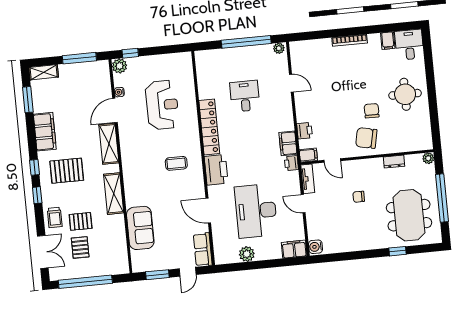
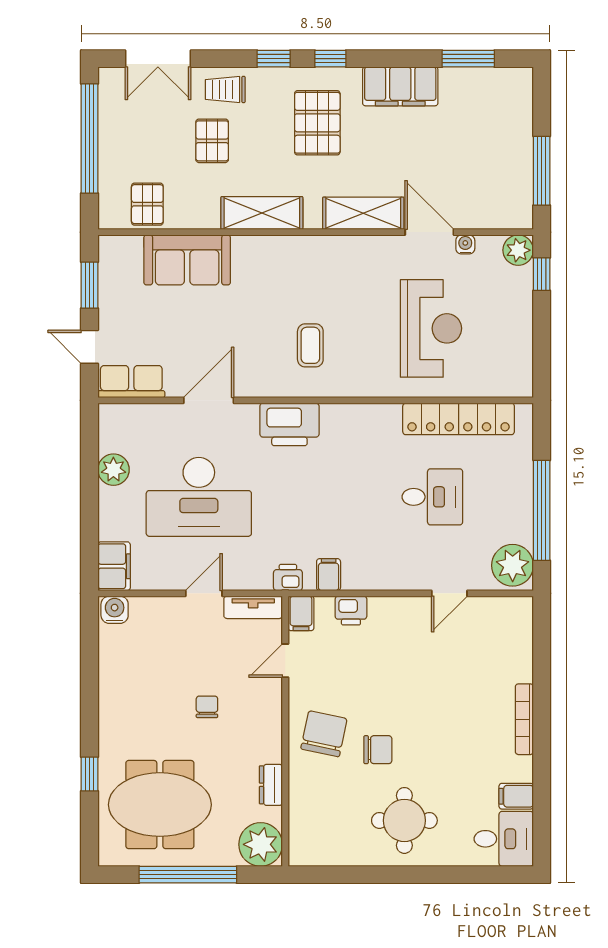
plant: (279, 48) -> (513, 565), width x1.87, depth x1.87
shelving: (44, 72) -> (520, 96), removed
reception desk: (162, 105) -> (431, 328), turned -90
locker: (209, 127) -> (459, 419), moved
filing cabinet: (288, 143) -> (329, 575), width x0.50
plant: (428, 158) -> (261, 844), width x1.87, depth x1.87
desk: (256, 211) -> (199, 497), turned 180
pallet: (80, 247) -> (147, 204), moved, turned 90

